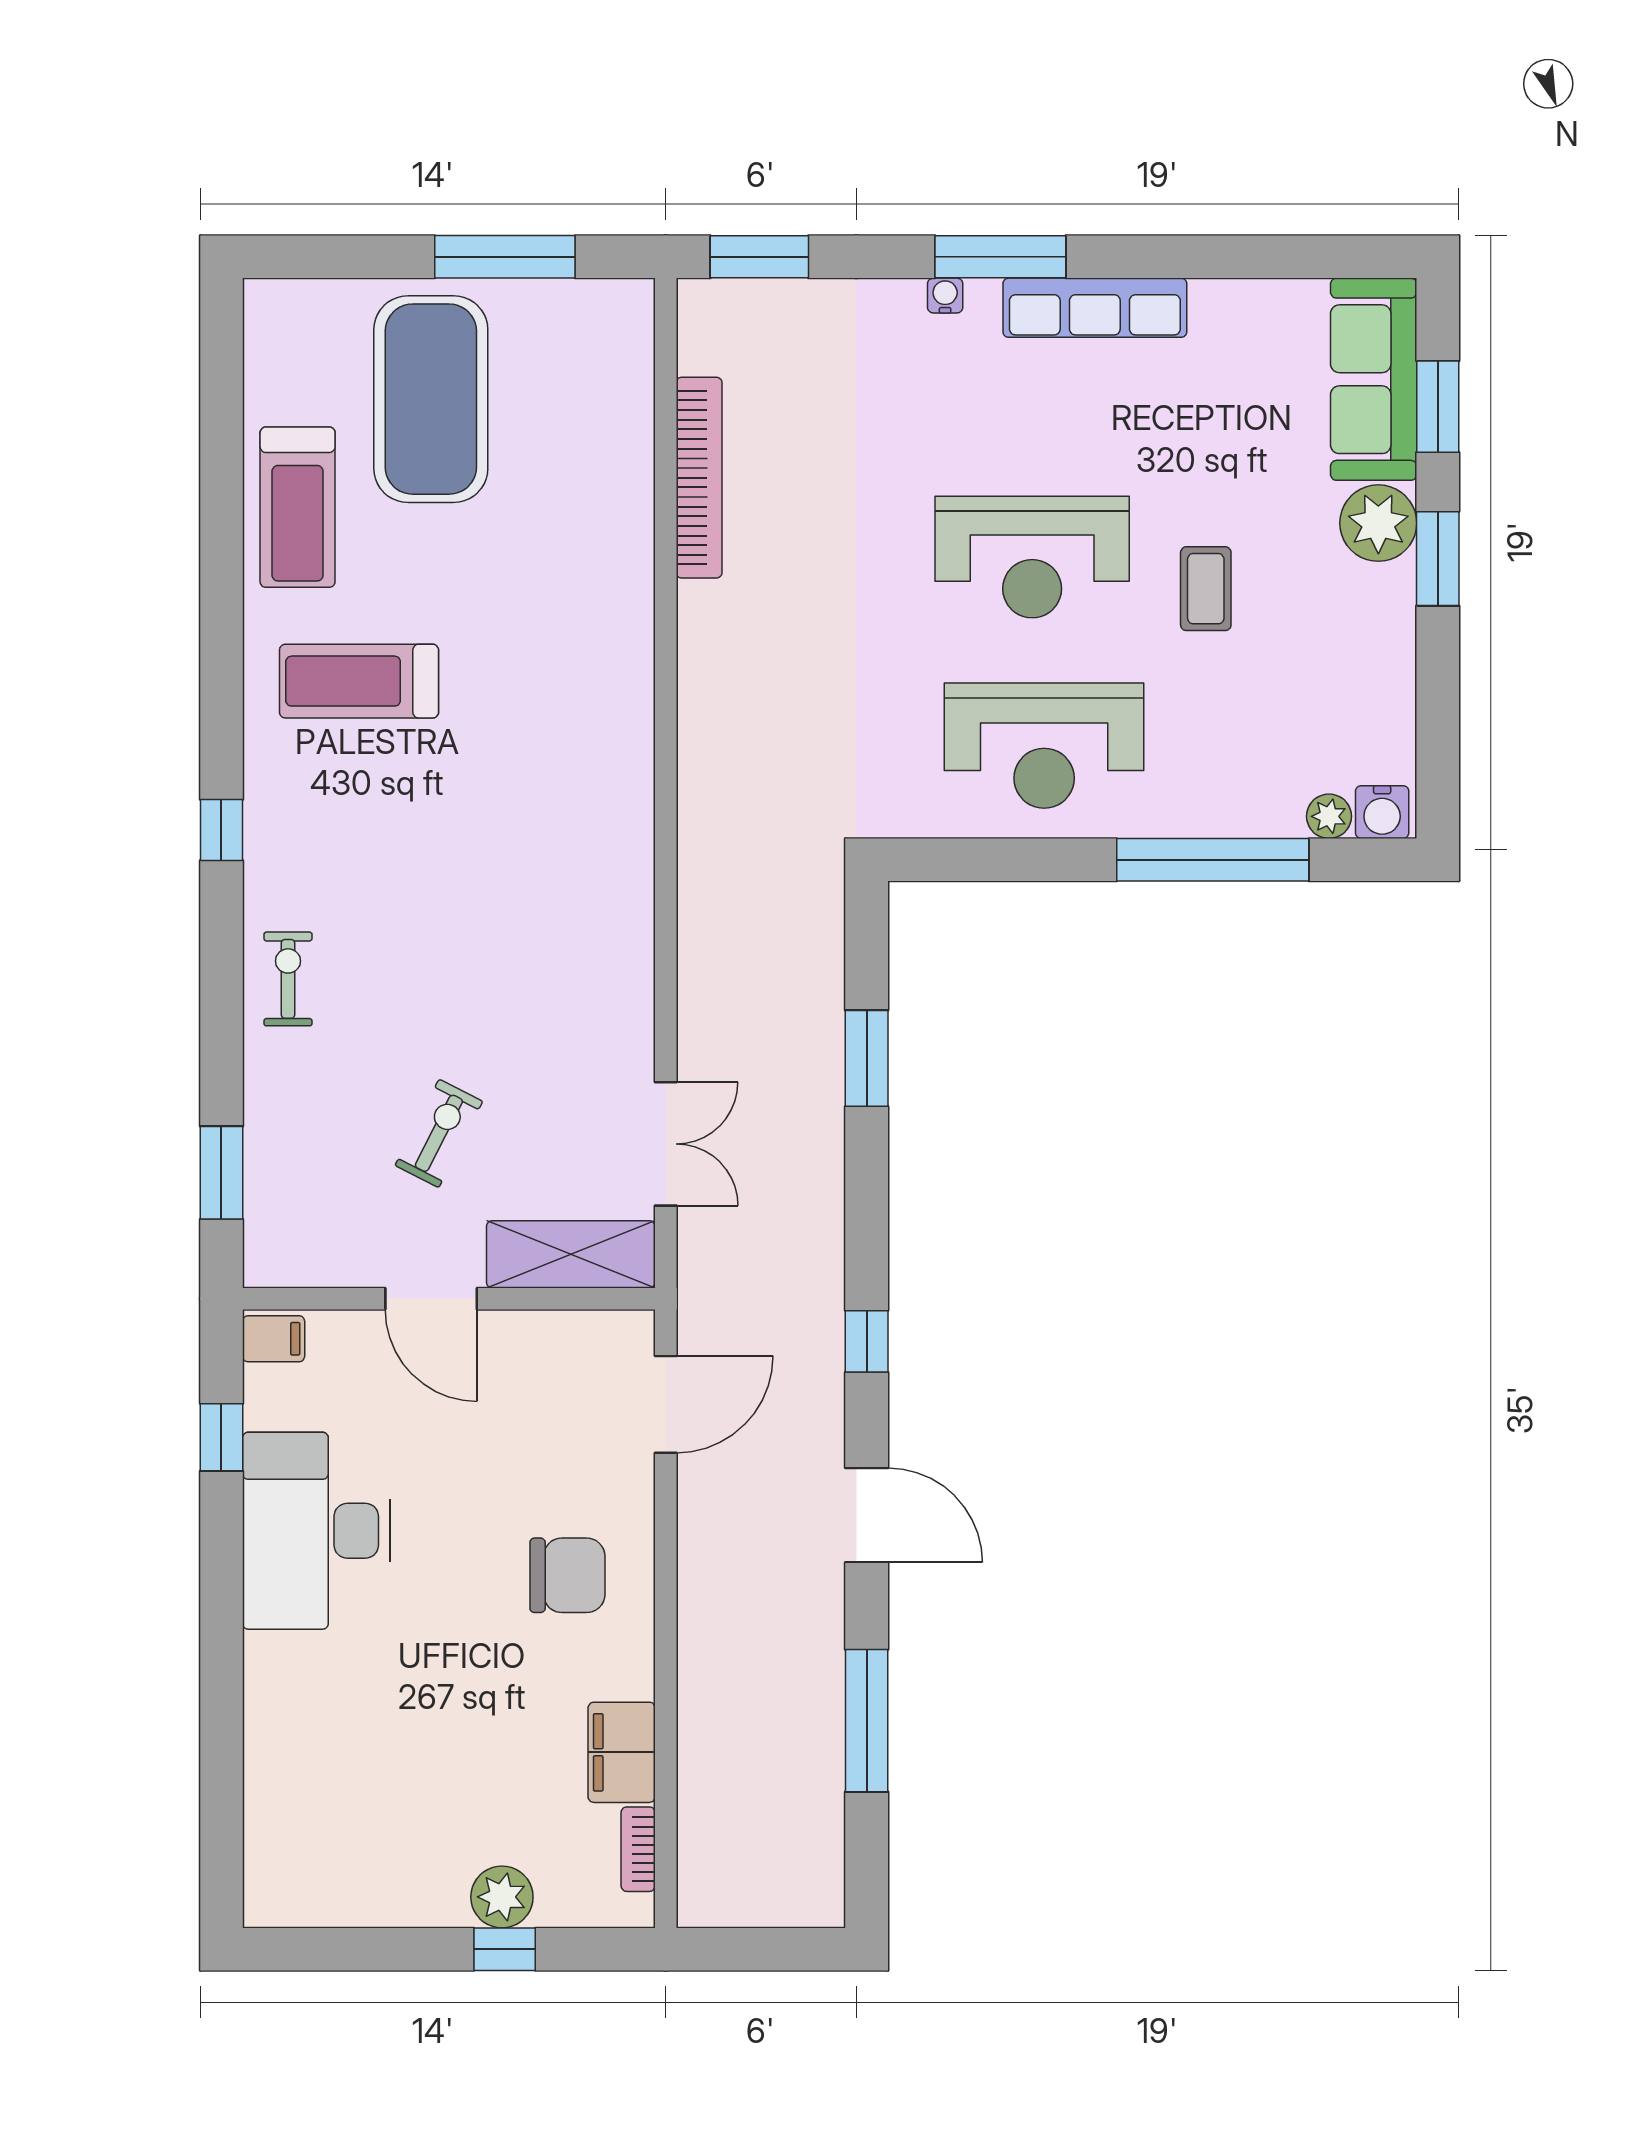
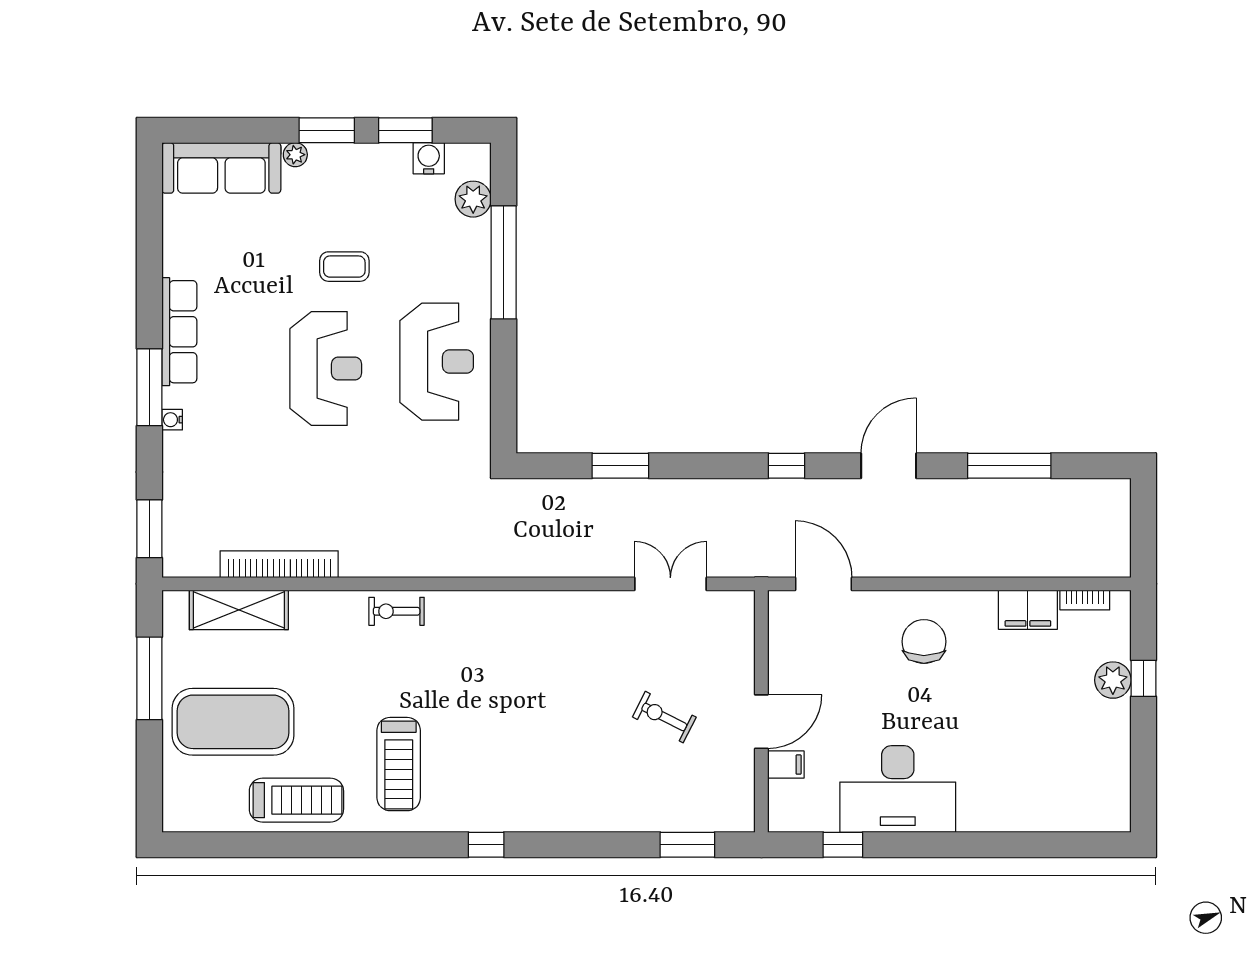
window: (1438, 407) -> (405, 130), moved
plant: (1378, 523) -> (295, 155), width x0.53, depth x0.53
water cooler: (1382, 812) -> (429, 158), moved, turned -90
plant: (1329, 816) -> (473, 199), width x1.38, depth x1.38
exercise bike: (288, 979) -> (397, 611), moved
shelving: (571, 1254) -> (239, 610), moved, turned 90
filing cabinet: (274, 1339) -> (786, 765), moved, turned 90

